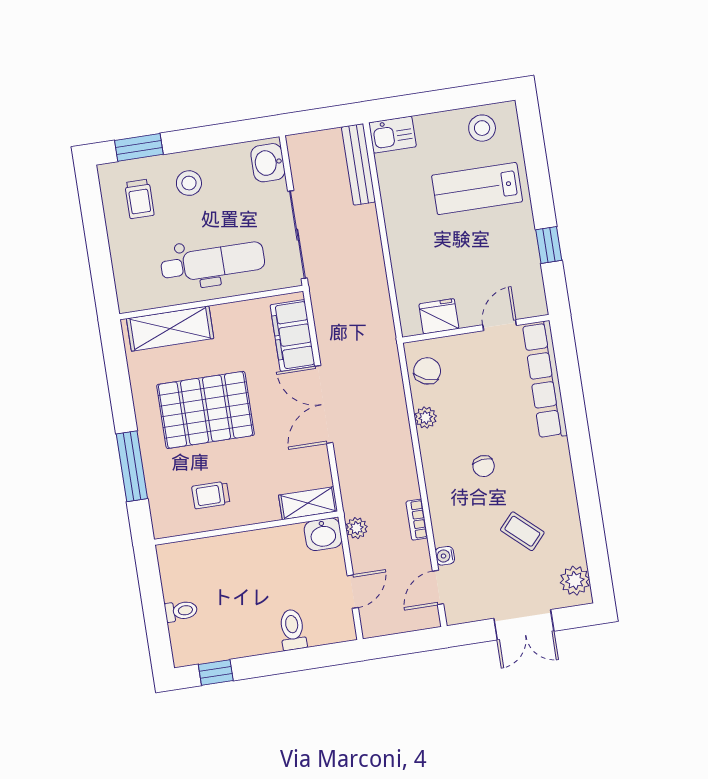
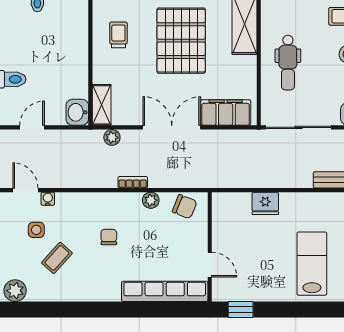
window: (549, 245) -> (241, 309), moved
dental chair: (213, 262) -> (288, 63), width x0.73, depth x0.72
fridge: (439, 316) -> (265, 203), moved, turned 90
chair: (484, 466) -> (109, 237), turned 97
bookcase: (417, 520) -> (133, 182), moved
plant: (357, 528) -> (112, 137), moved
side table: (489, 565) -> (36, 230), added
door: (353, 592) -> (32, 127), swing flipped

